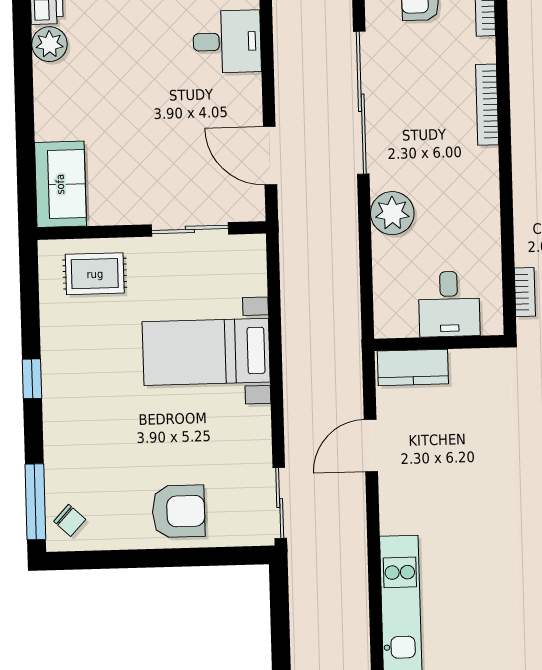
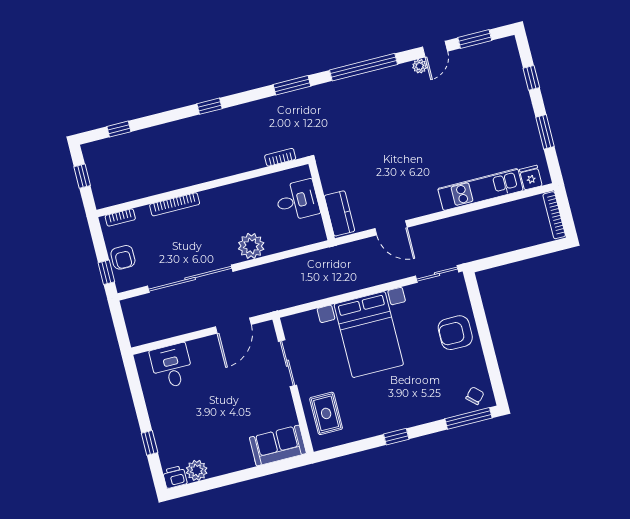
bed with nightstands: (206, 352) -> (369, 335), width x1.36
armchair: (179, 511) -> (455, 333), turned -90

